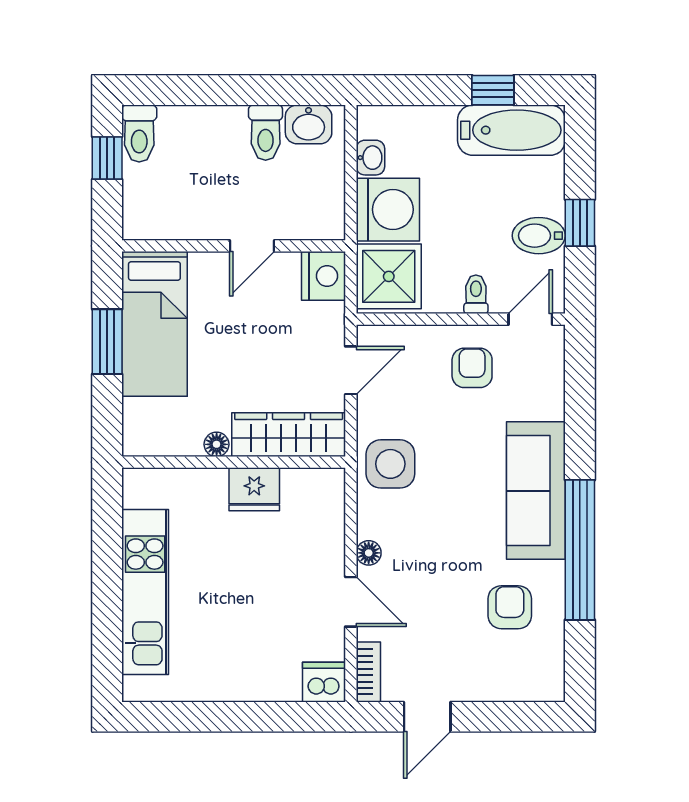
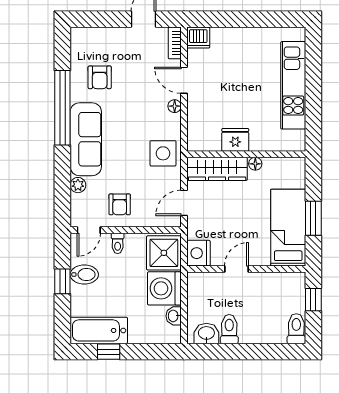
window: (107, 158) -> (313, 300), moved
plant: (551, 404) -> (78, 185), added

